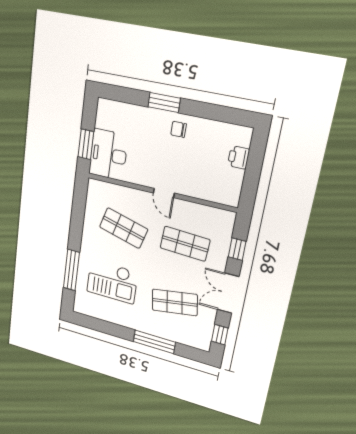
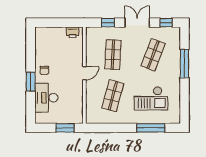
desk: (108, 155) -> (46, 98), moved, turned 90
printer: (239, 157) -> (72, 32), moved
checkout: (112, 282) -> (151, 98), turned 90
double door: (228, 293) -> (137, 23), swing flipped
shop shelf: (175, 302) -> (153, 55), turned 30

